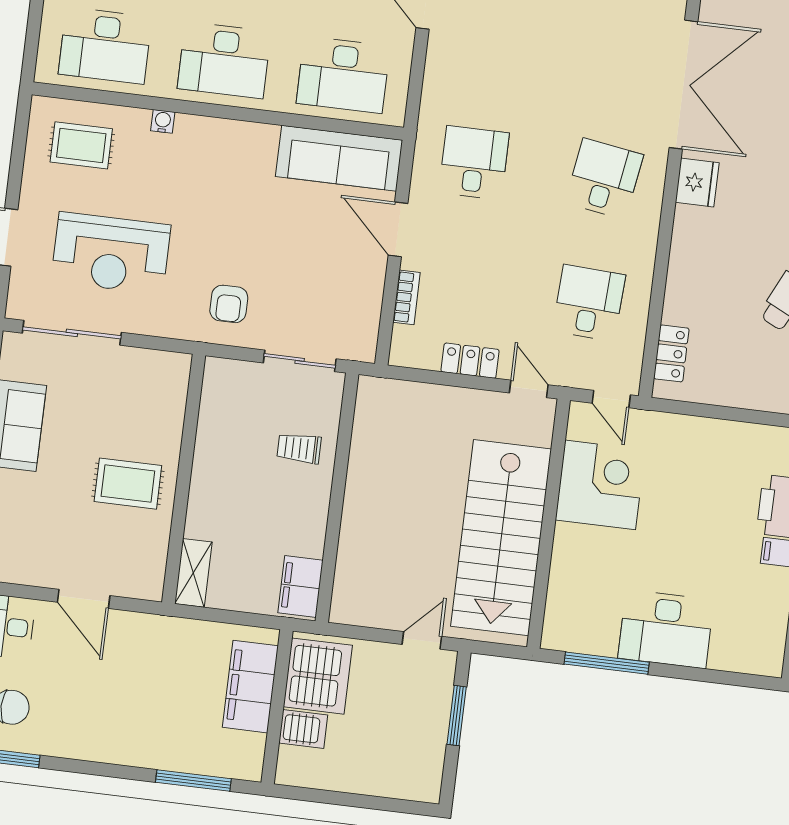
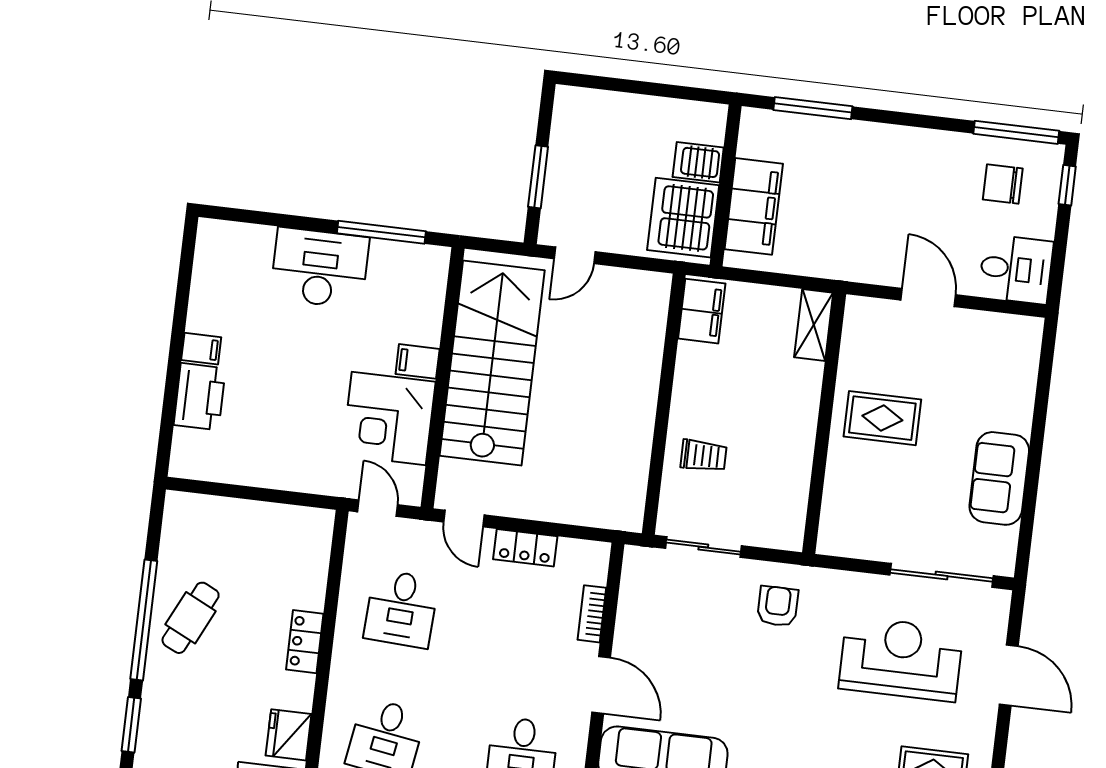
locker: (671, 353) -> (305, 642), moved
filing cabinet: (572, 539) -> (418, 361), added

